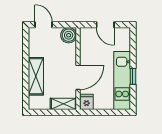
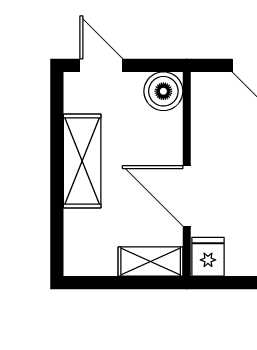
shelving: (36, 76) -> (82, 161), moved
door: (78, 77) -> (187, 196), swing flipped

